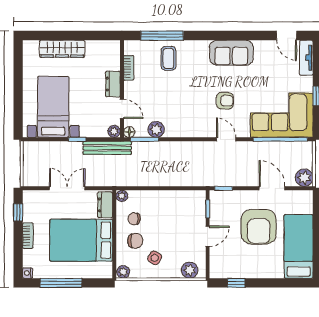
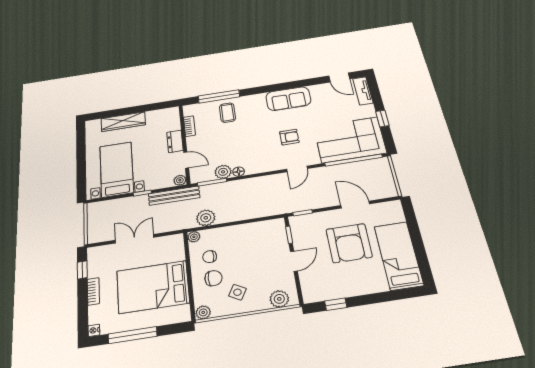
floor lamp: (129, 132) -> (239, 172), moved
door: (226, 139) -> (297, 169), swing flipped
plant: (304, 178) -> (206, 218), moved
dresser: (105, 205) -> (177, 248), removed

